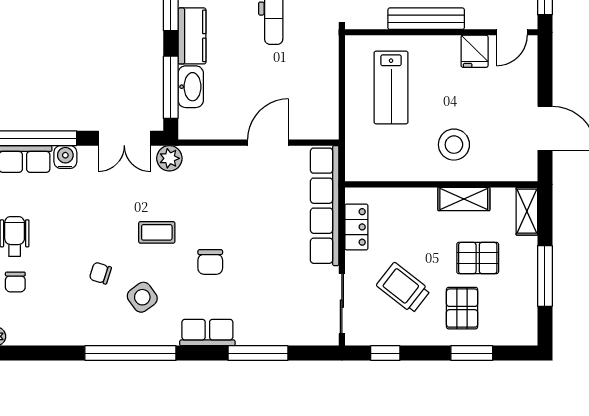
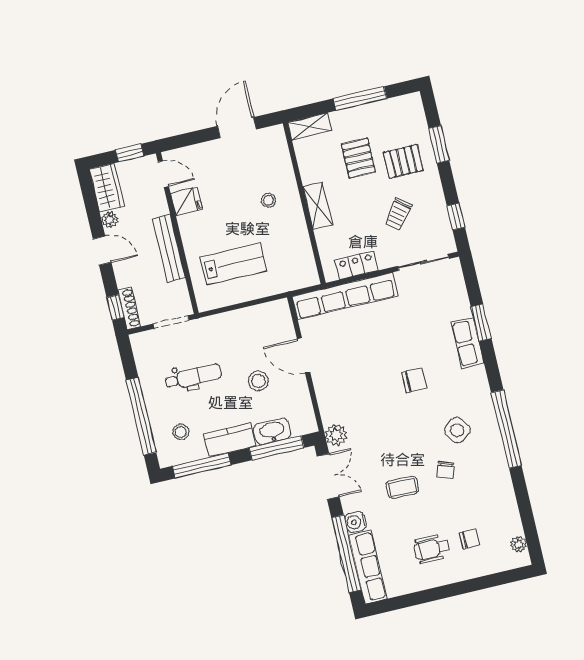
stool: (252, 85) -> (258, 381), added
stool: (454, 145) -> (269, 200), width x0.53, depth x0.53
shelving: (464, 199) -> (318, 206), moved
coffee table: (157, 232) -> (402, 487), moved, turned 90
trolley: (403, 288) -> (398, 214), width x0.73, depth x0.72
row of seats: (207, 332) -> (468, 343), moved
window: (258, 353) -> (481, 323), width x0.69

